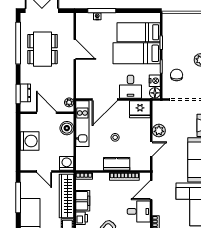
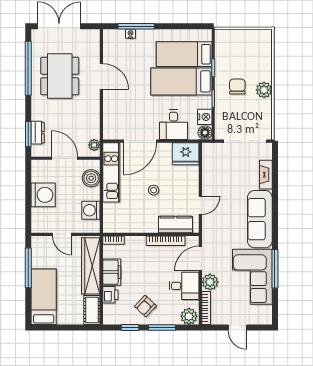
chair: (177, 75) -> (237, 87), moved
plant: (159, 131) -> (210, 282), moved
washing machine: (67, 163) -> (91, 210), moved, turned -90
kitchen counter: (117, 164) -> (176, 224), moved

